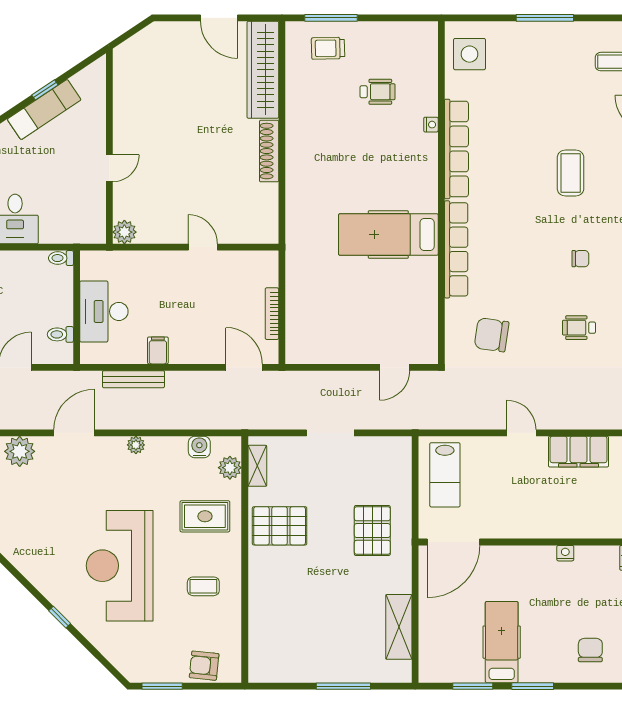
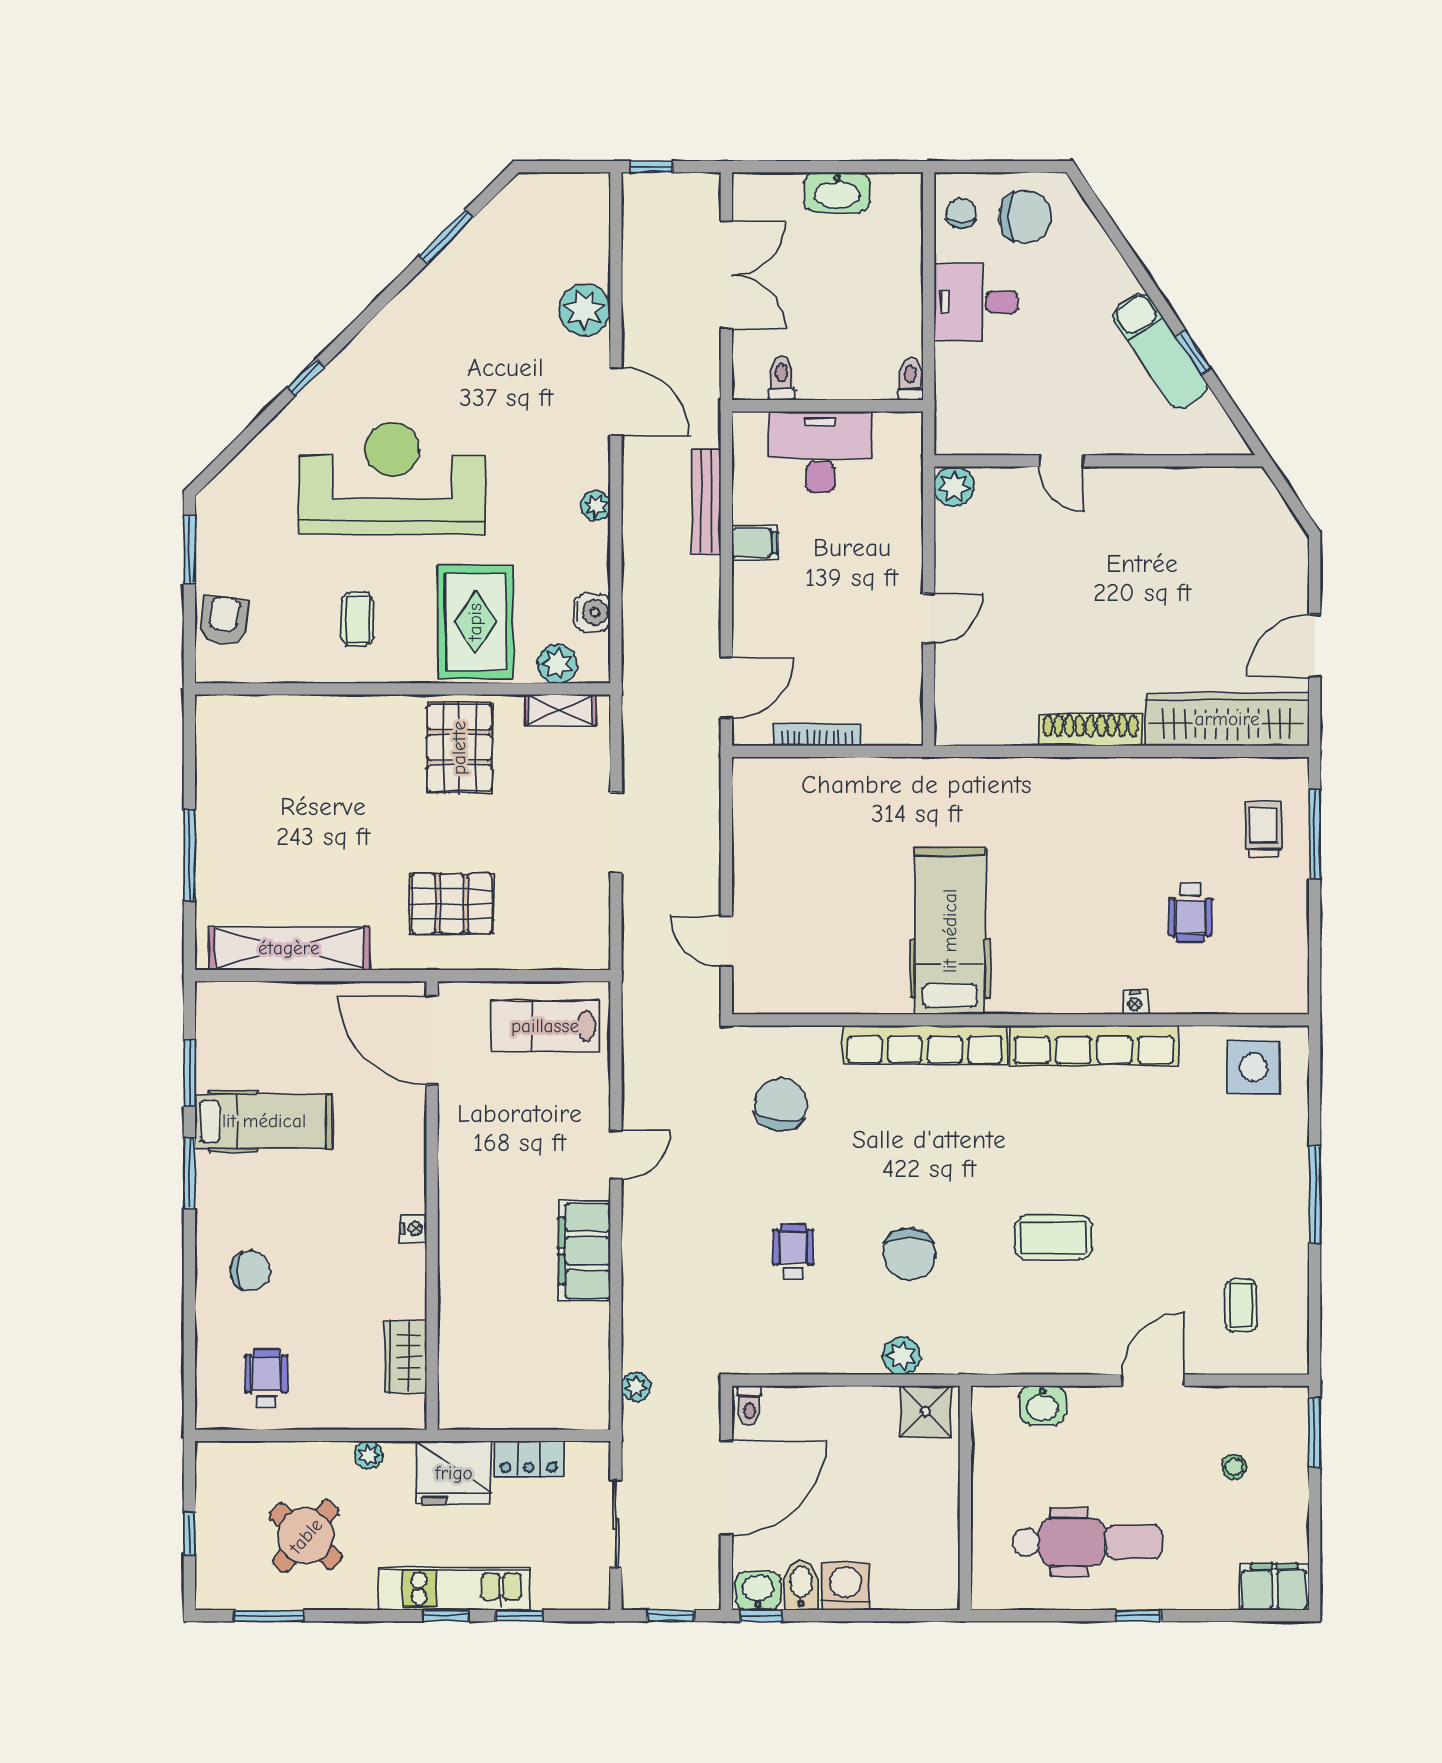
chair: (580, 259) -> (909, 1254), width x1.87, depth x1.87
rug: (205, 516) -> (475, 622), width x1.36, depth x1.43
shelving: (399, 627) -> (289, 948), width x1.47

